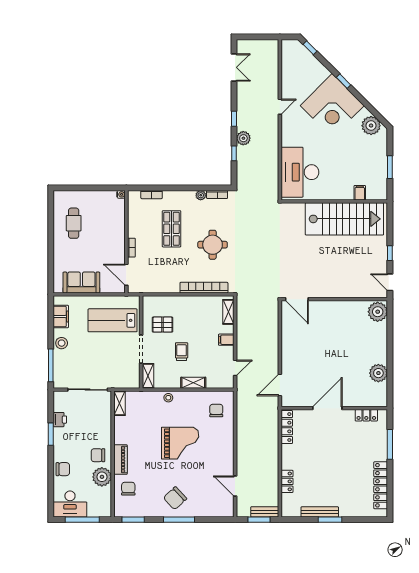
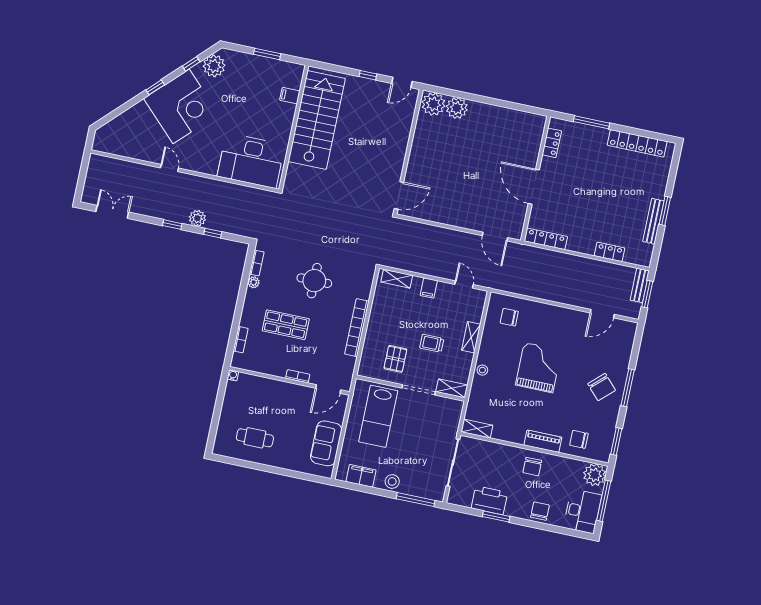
window: (310, 48) -> (191, 64), moved
bookcase: (204, 288) -> (357, 328), moved
plant: (378, 373) -> (457, 108), moved
printer: (60, 420) -> (489, 500), width x1.87, depth x1.48
plant: (102, 477) -> (595, 475), moved

